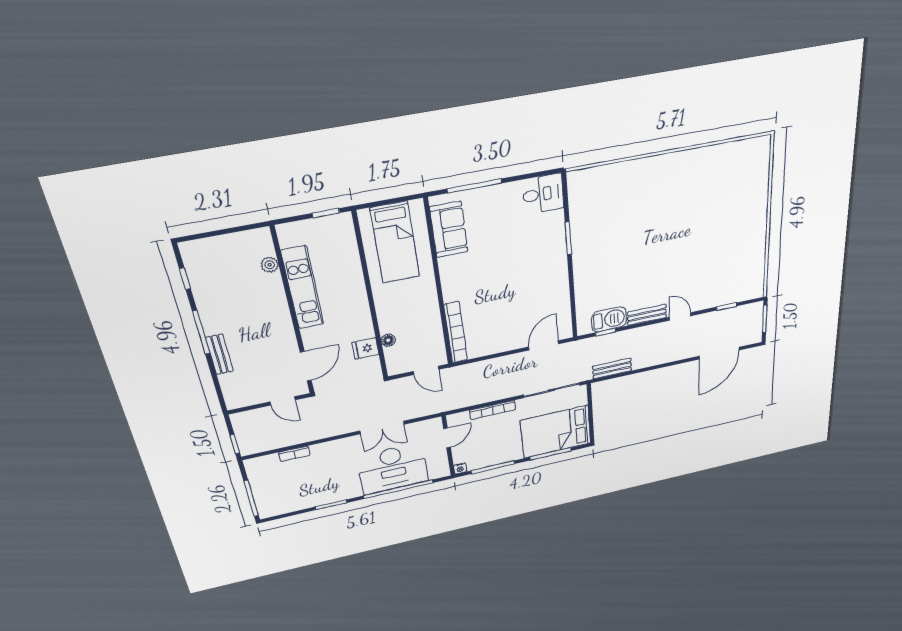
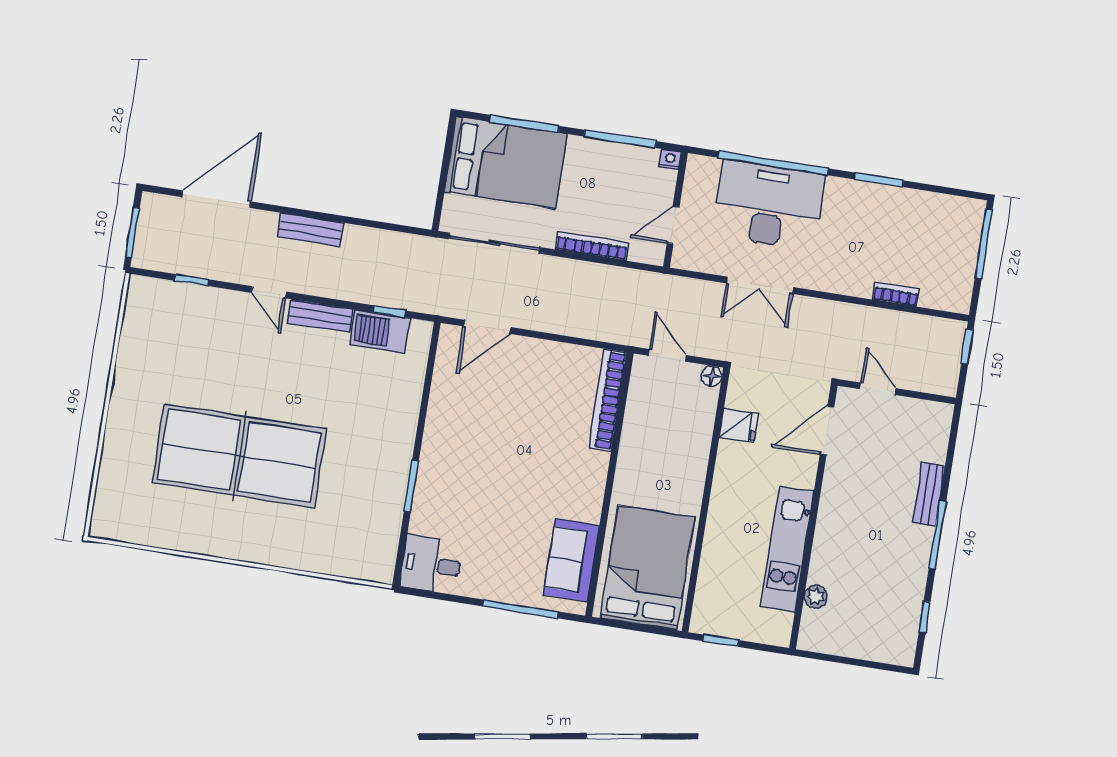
table tennis table: (682, 218) -> (239, 456), added
bed: (395, 243) -> (647, 568), width x1.50
floor lamp: (388, 340) -> (712, 376), moved
bench: (612, 368) -> (310, 230), moved
double door: (382, 428) -> (760, 285), swing flipped

